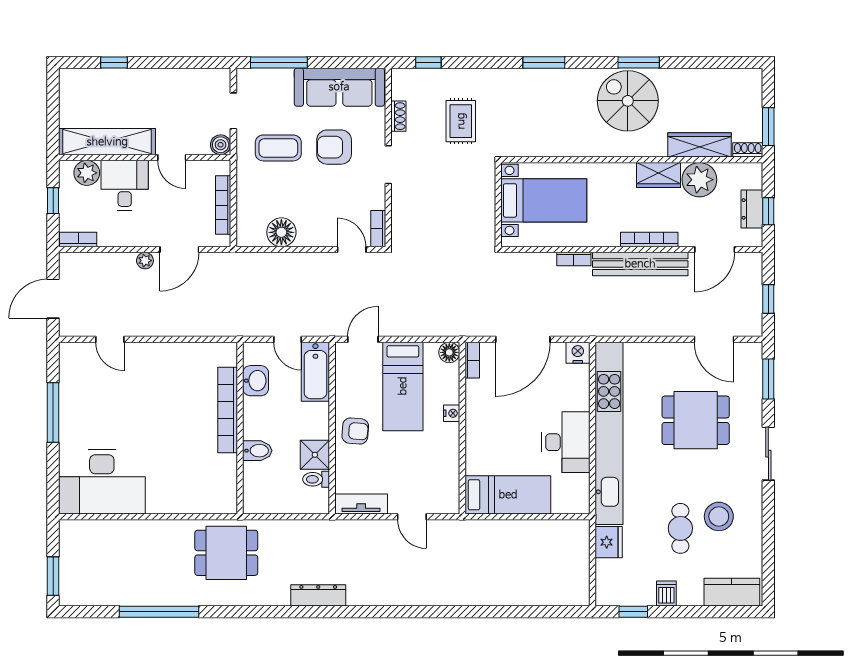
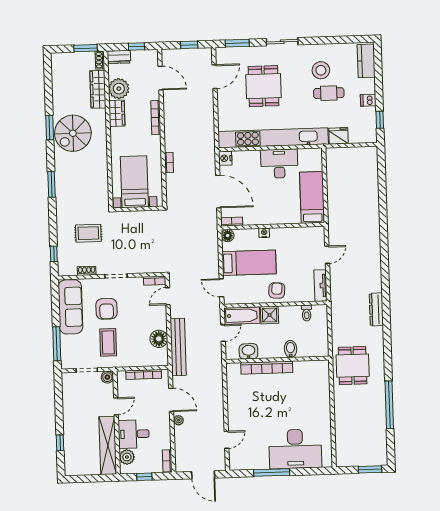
dresser: (752, 209) -> (119, 57), moved
bench: (640, 264) -> (178, 347), moved
shower: (315, 455) -> (270, 315), moved
desk: (102, 482) -> (295, 449), moved, turned 90

